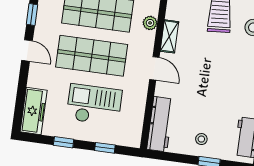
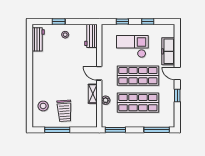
checkout: (94, 105) -> (132, 46), turned 180
freezer: (34, 111) -> (168, 51), moved
workbench: (160, 124) -> (91, 36), width x0.73

